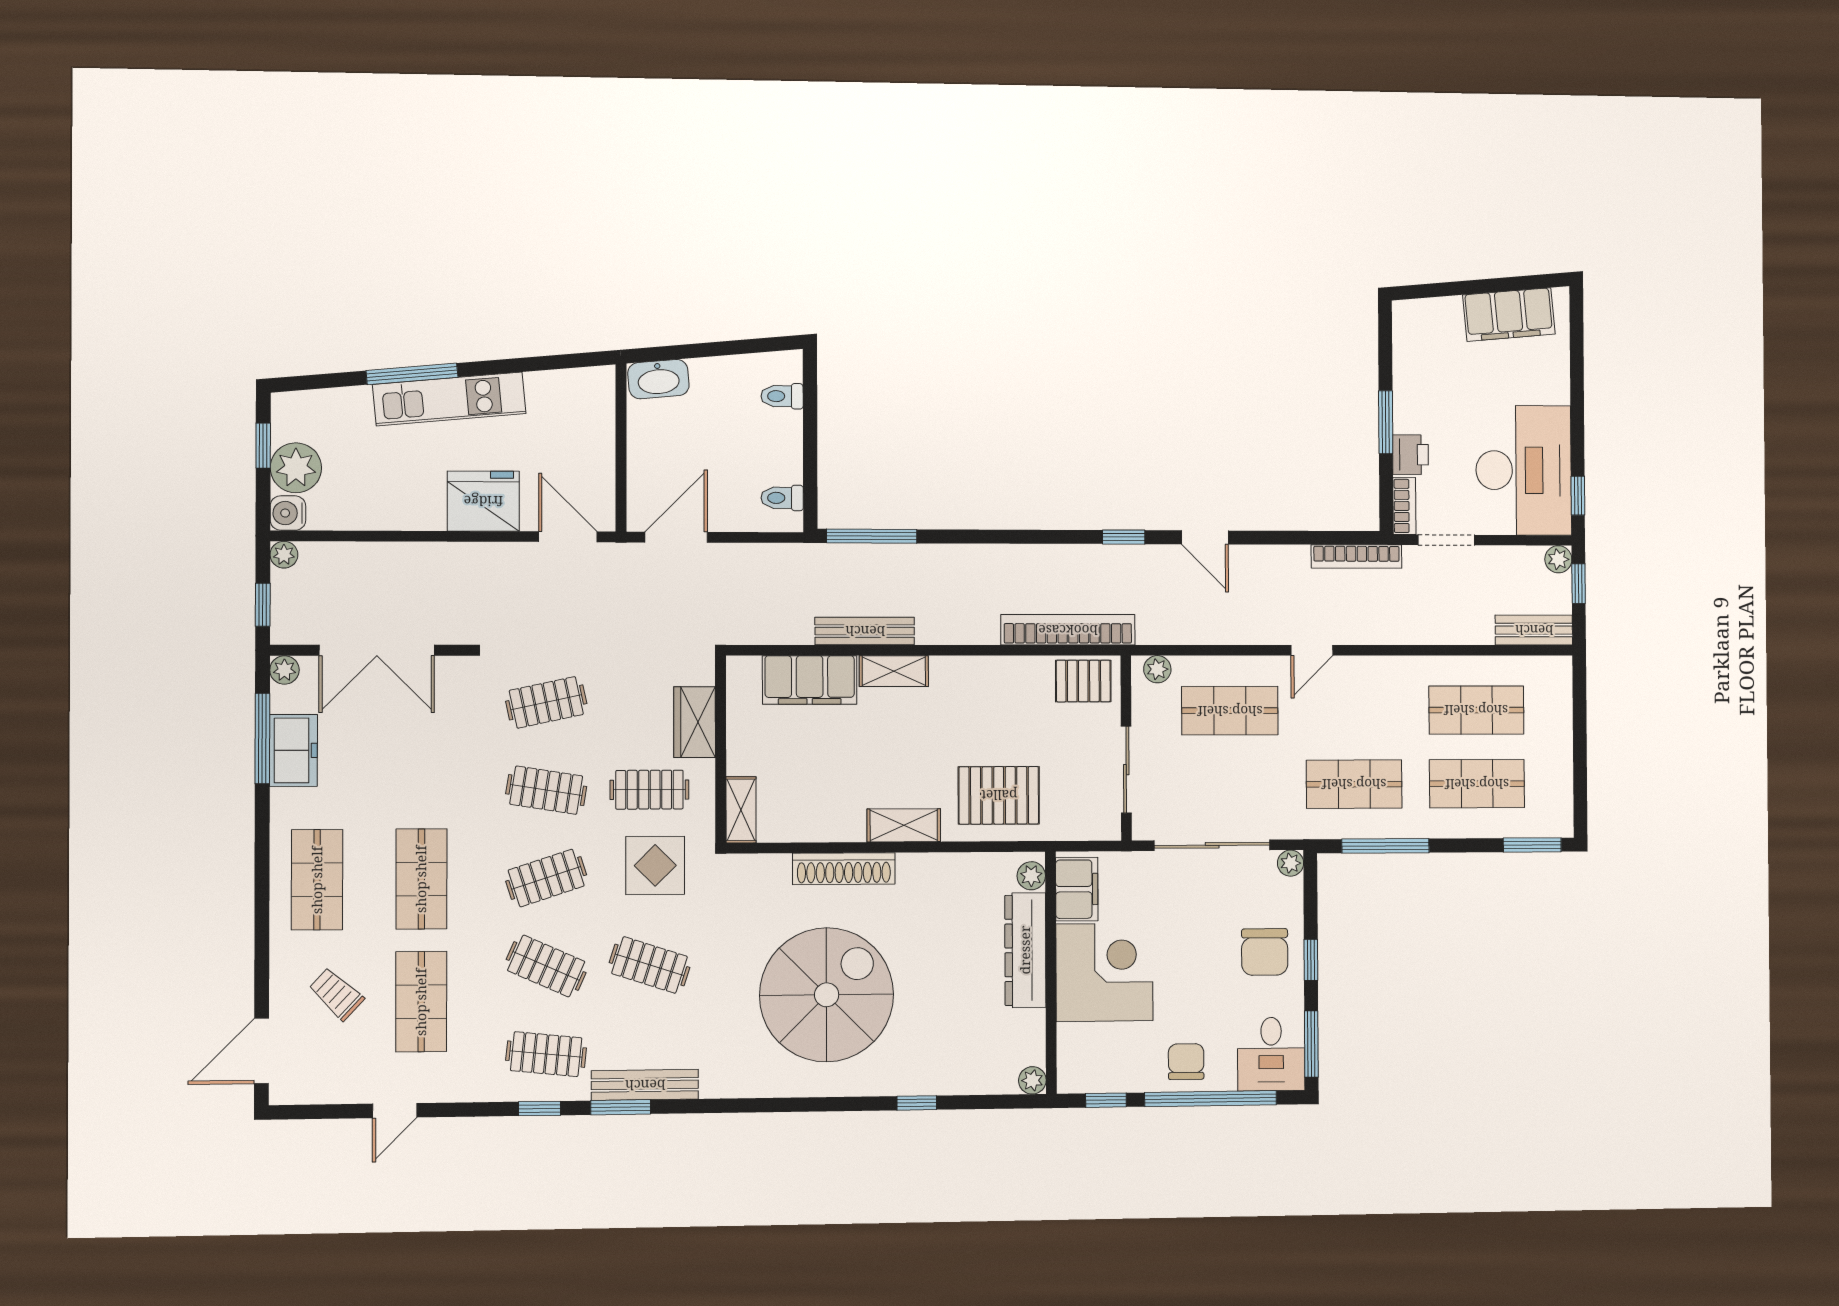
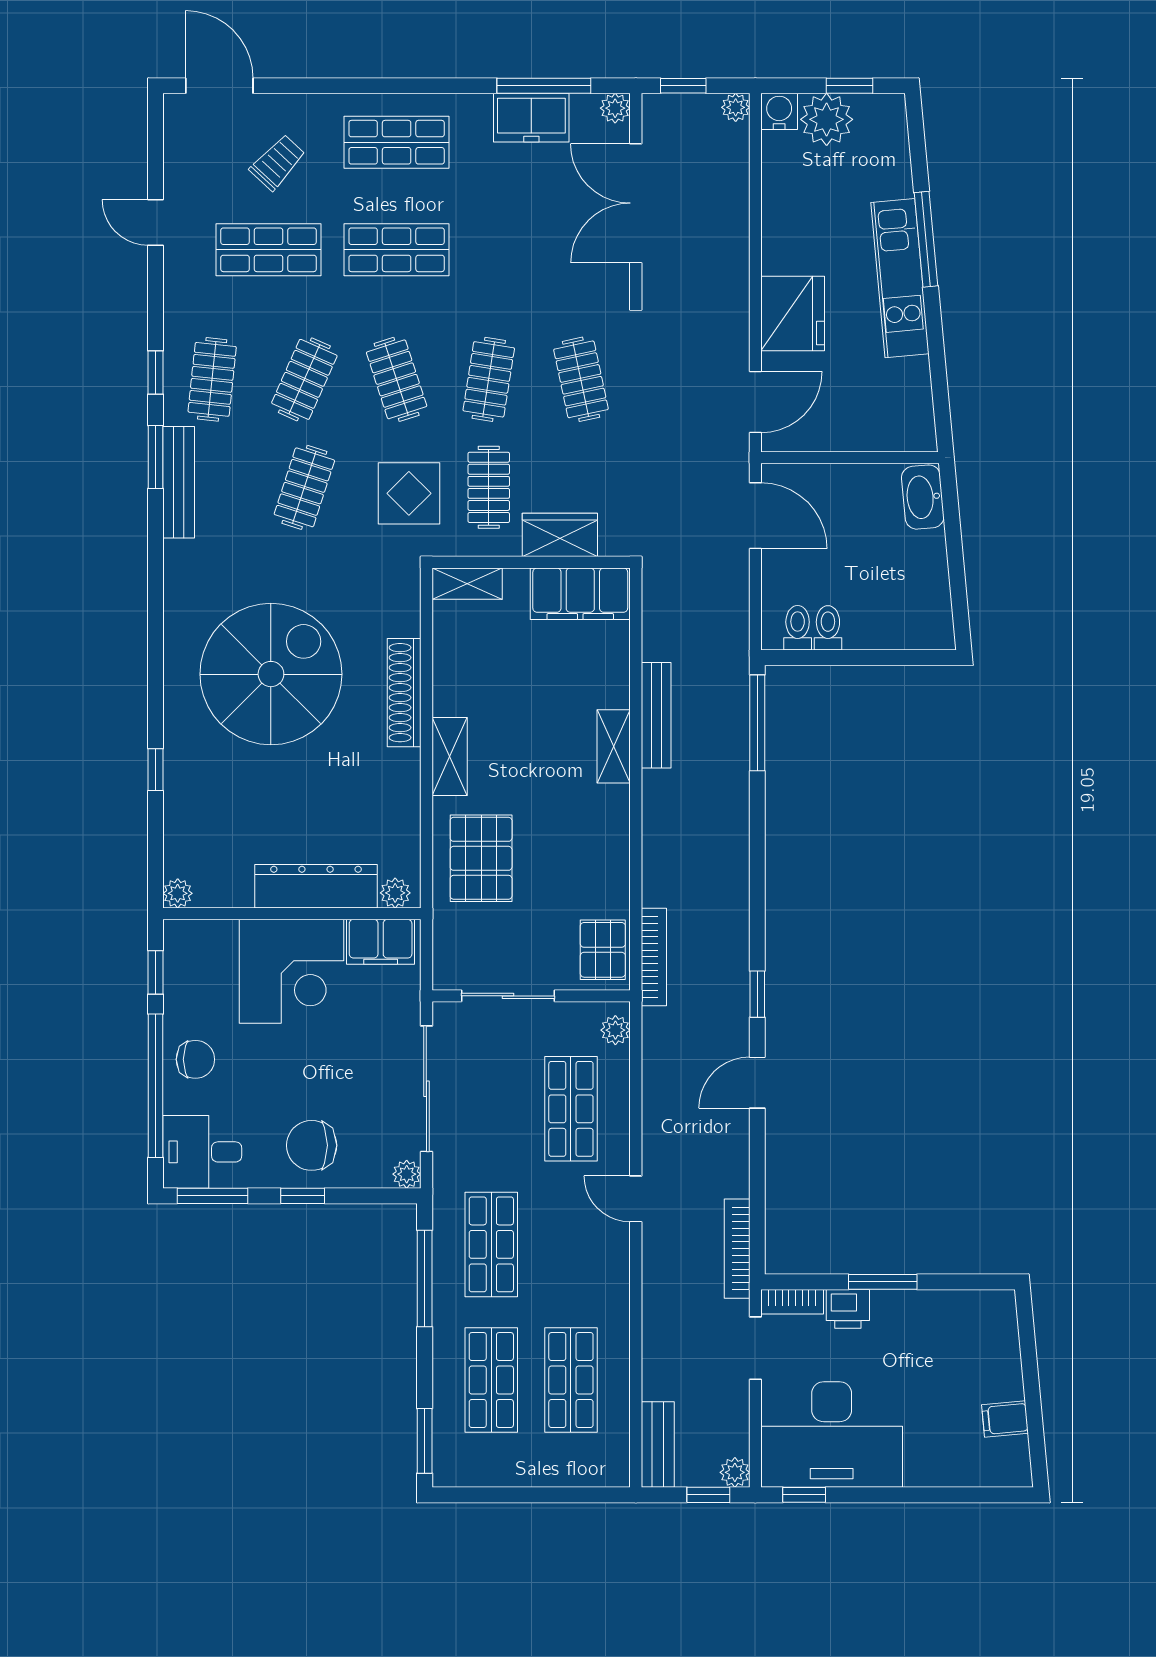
filing cabinet: (1509, 314) -> (1005, 1419), width x0.33, depth x0.86
toilet: (782, 396) -> (828, 628), moved
bookcase: (1068, 630) -> (654, 957), width x0.68, depth x0.76
filing cabinet: (810, 680) -> (580, 594), moved, turned -90
spiral stairs: (827, 995) -> (271, 674), turned -90

